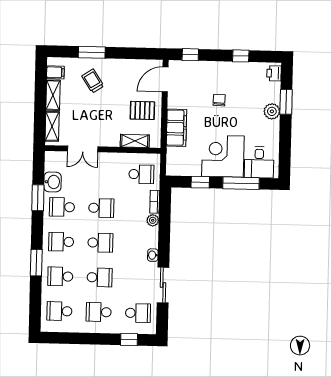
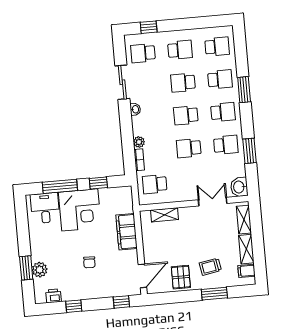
printer: (274, 73) -> (53, 296), moved, turned -90
trolley: (93, 81) -> (210, 267), turned 113
pallet: (142, 110) -> (181, 277), moved, turned 90
plant: (272, 111) -> (40, 270), moved
washbasin: (53, 182) -> (239, 187), moved

